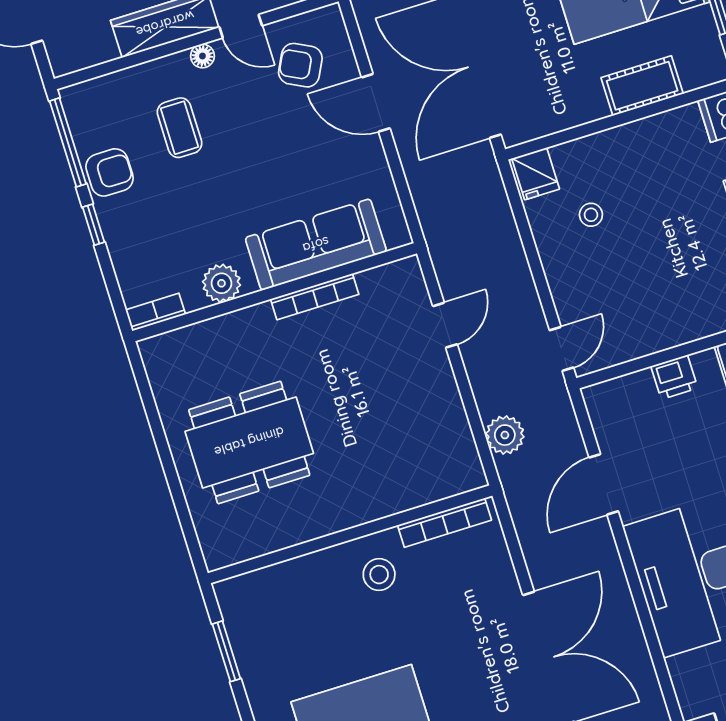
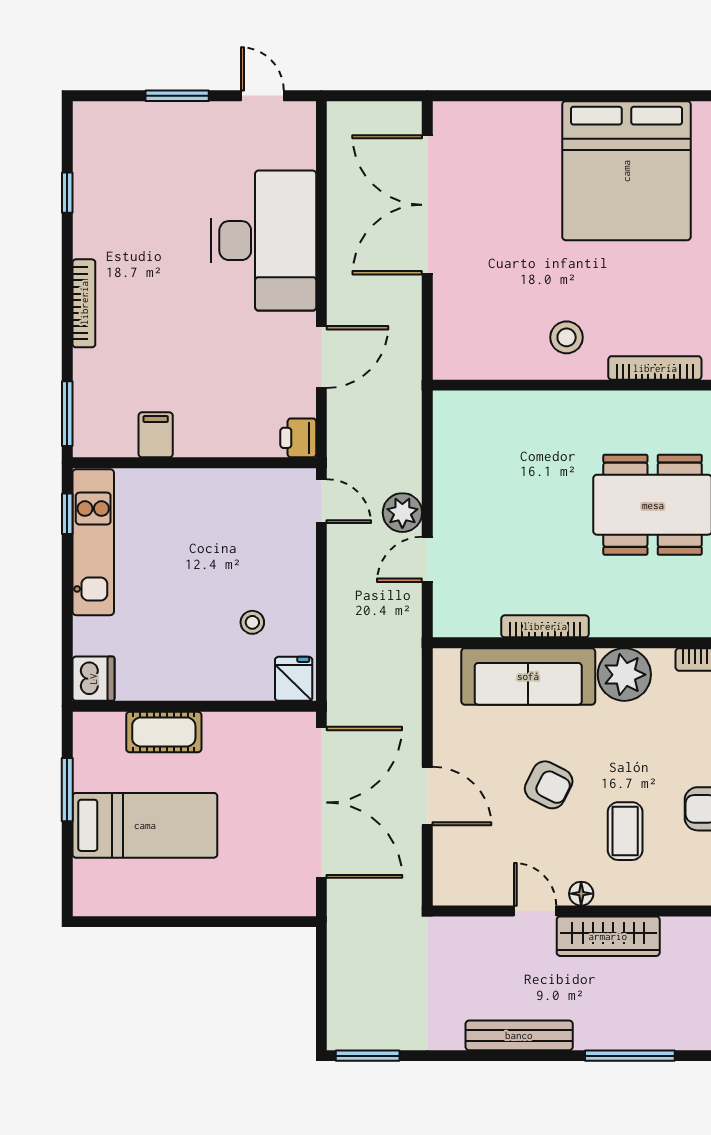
armchair: (300, 65) -> (549, 785), moved
plant: (222, 283) -> (624, 675), width x1.36, depth x1.36
door: (562, 349) -> (321, 501), swing flipped
printer: (674, 377) -> (298, 438), moved, turned -90
plant: (505, 435) -> (402, 513), moved
bookcase: (444, 523) -> (655, 368), moved

